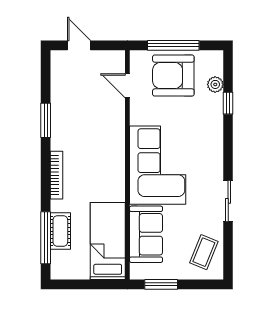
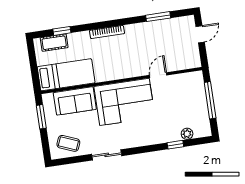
armchair: (173, 76) -> (189, 103), removed
door: (127, 86) -> (158, 75), moved
window: (46, 120) -> (158, 17), moved
cot: (60, 231) -> (54, 43), moved
window: (46, 238) -> (62, 31), width x0.46

